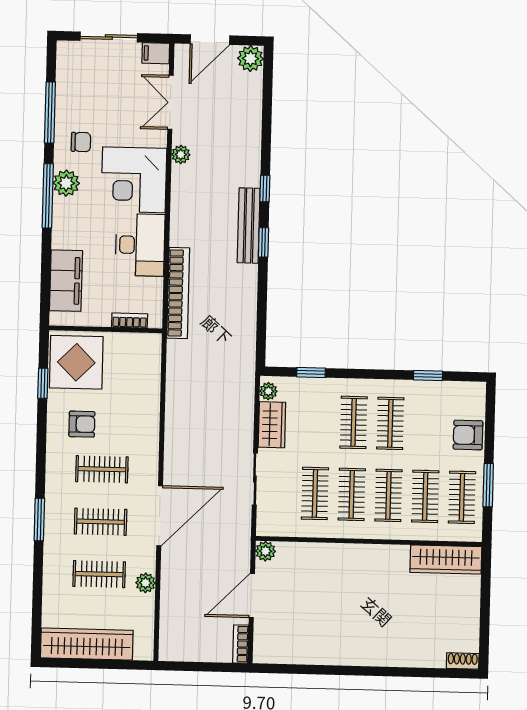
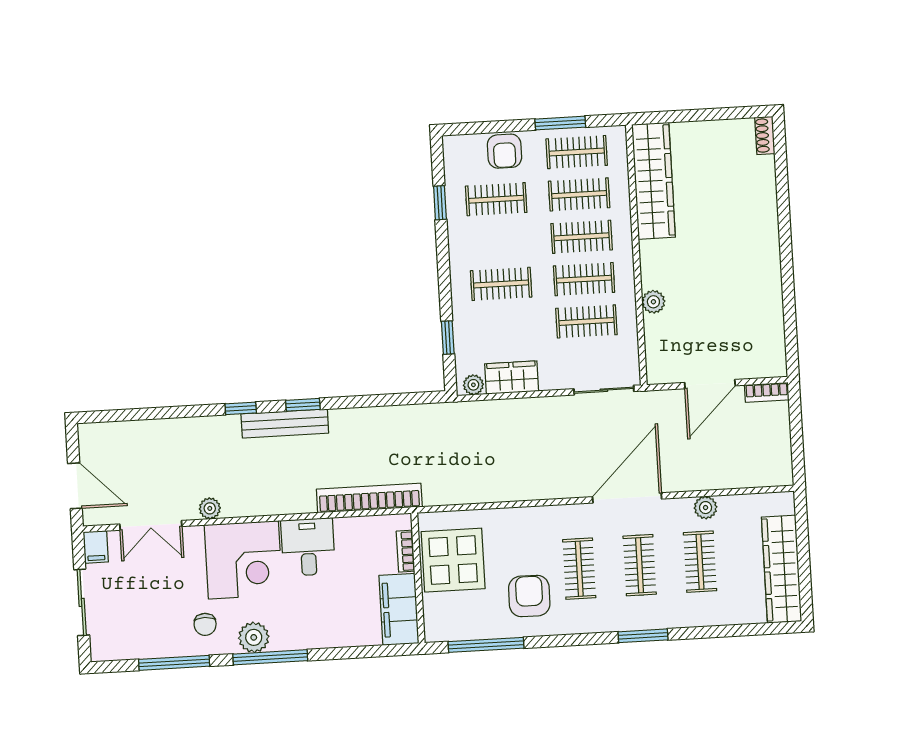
plant: (250, 59) -> (93, 438), removed
chair: (81, 142) -> (205, 624), turned 180
desk: (140, 245) -> (308, 547), width x0.73
filing cabinet: (66, 281) -> (399, 609), moved, turned -90
display table: (76, 362) -> (453, 560), moved
window: (43, 383) -> (486, 645), width x2.17
clothes rail: (390, 423) -> (496, 199), moved
armchair: (82, 424) -> (529, 596), width x1.38, depth x1.38
sliding door: (255, 479) -> (604, 390), moved
door: (160, 516) -> (627, 498), hinge flipped
plant: (265, 551) -> (653, 302), moved
wardrobe: (446, 560) -> (653, 181), width x1.40, depth x1.17
door: (252, 596) -> (710, 384), hinge flipped

